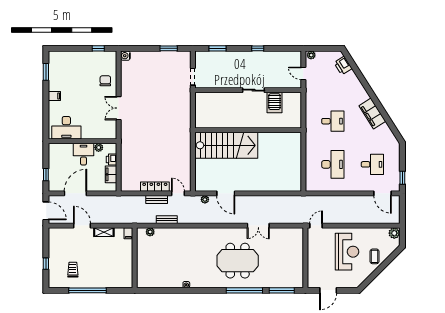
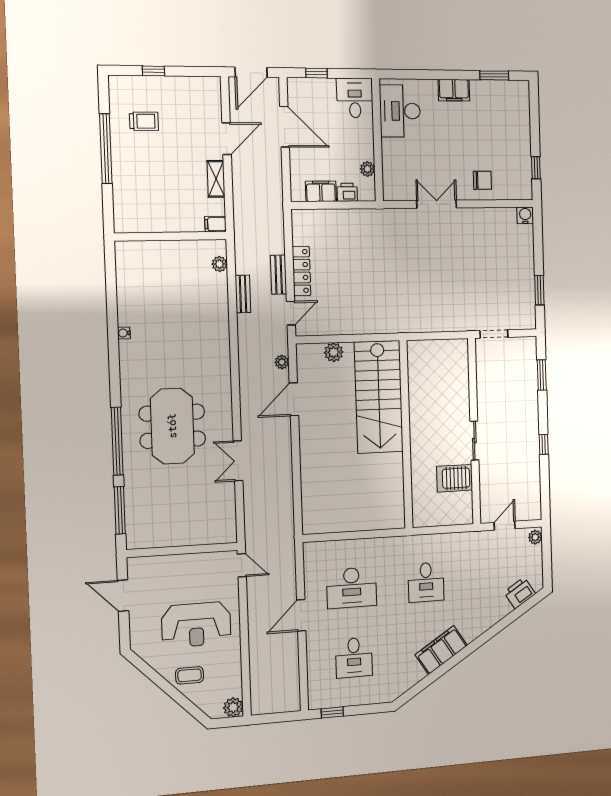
filing cabinet: (54, 96) -> (454, 90), width x2.00
desk: (83, 154) -> (355, 98), moved, turned -90
plant: (200, 170) -> (334, 352), added
door: (382, 193) -> (301, 615), moved

